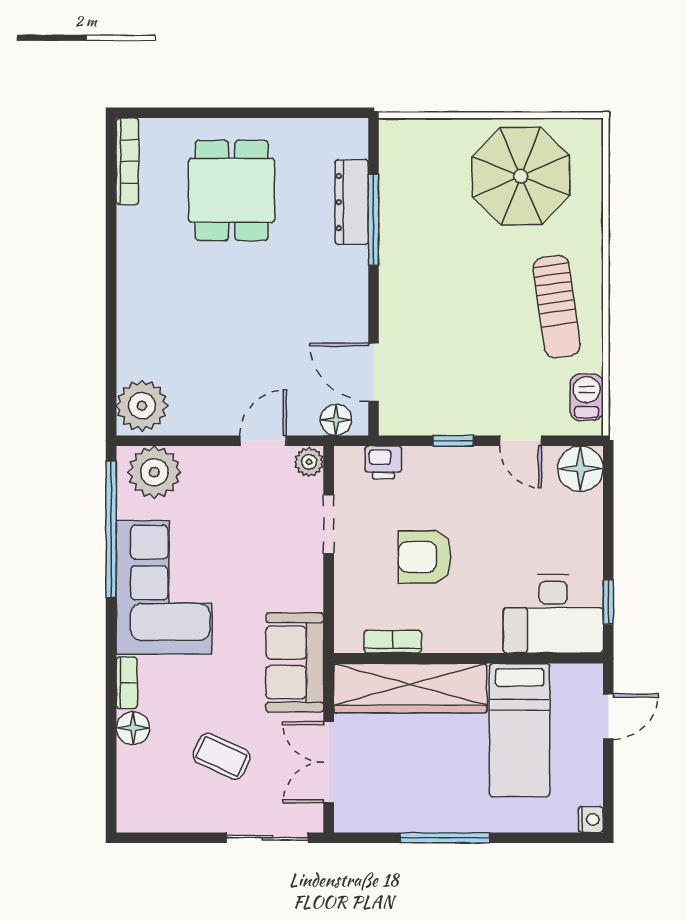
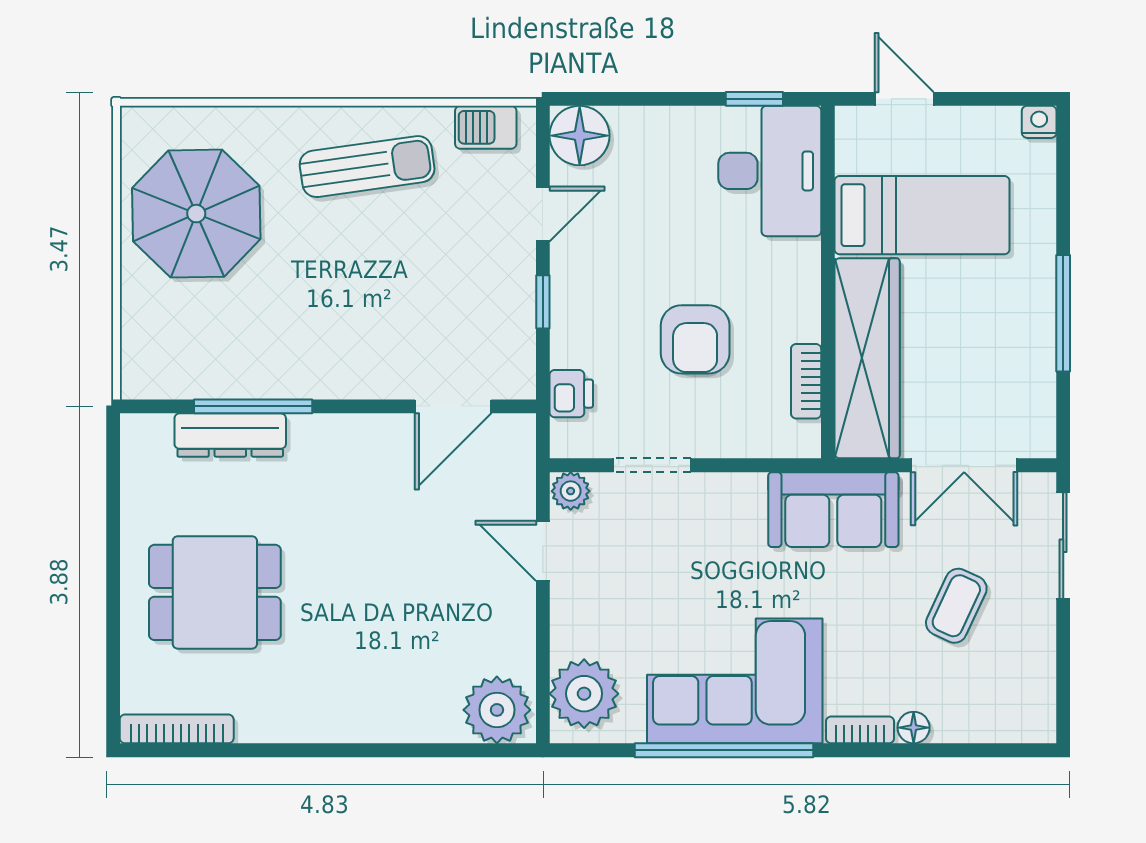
floor lamp: (336, 420) -> (515, 456), removed
window: (111, 529) -> (724, 750), moved
floor lamp: (133, 728) -> (914, 728), width x0.73, depth x0.73

